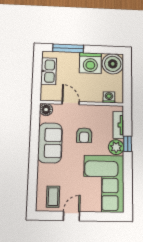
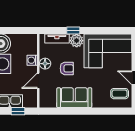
window: (37, 80) -> (18, 111), added
washing machine: (109, 97) -> (32, 60), moved
floor lamp: (46, 110) -> (45, 64), moved

